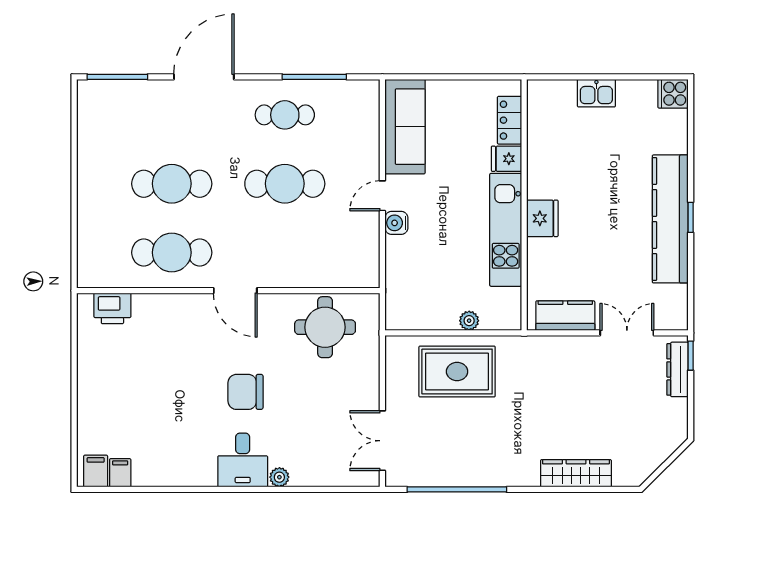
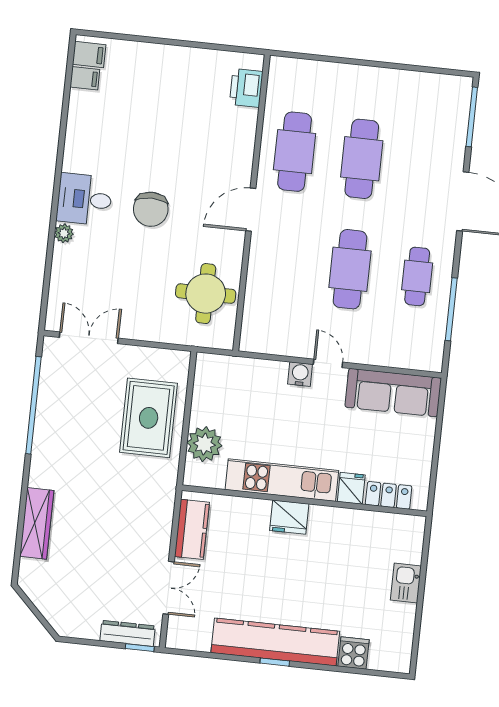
cooker: (673, 94) -> (353, 653), moved
plant: (469, 321) -> (204, 444), width x1.88, depth x1.88
chair: (246, 392) -> (151, 209), turned 180

